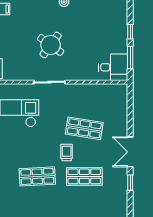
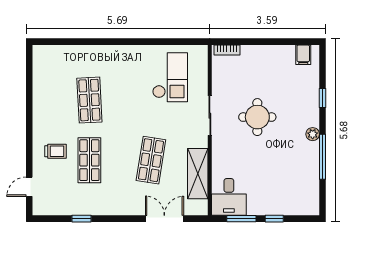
round table: (51, 45) -> (257, 117), turned -36
shelving: (95, 92) -> (198, 174), added
trolley: (67, 152) -> (55, 151), moved
double door: (130, 152) -> (164, 219), moved

